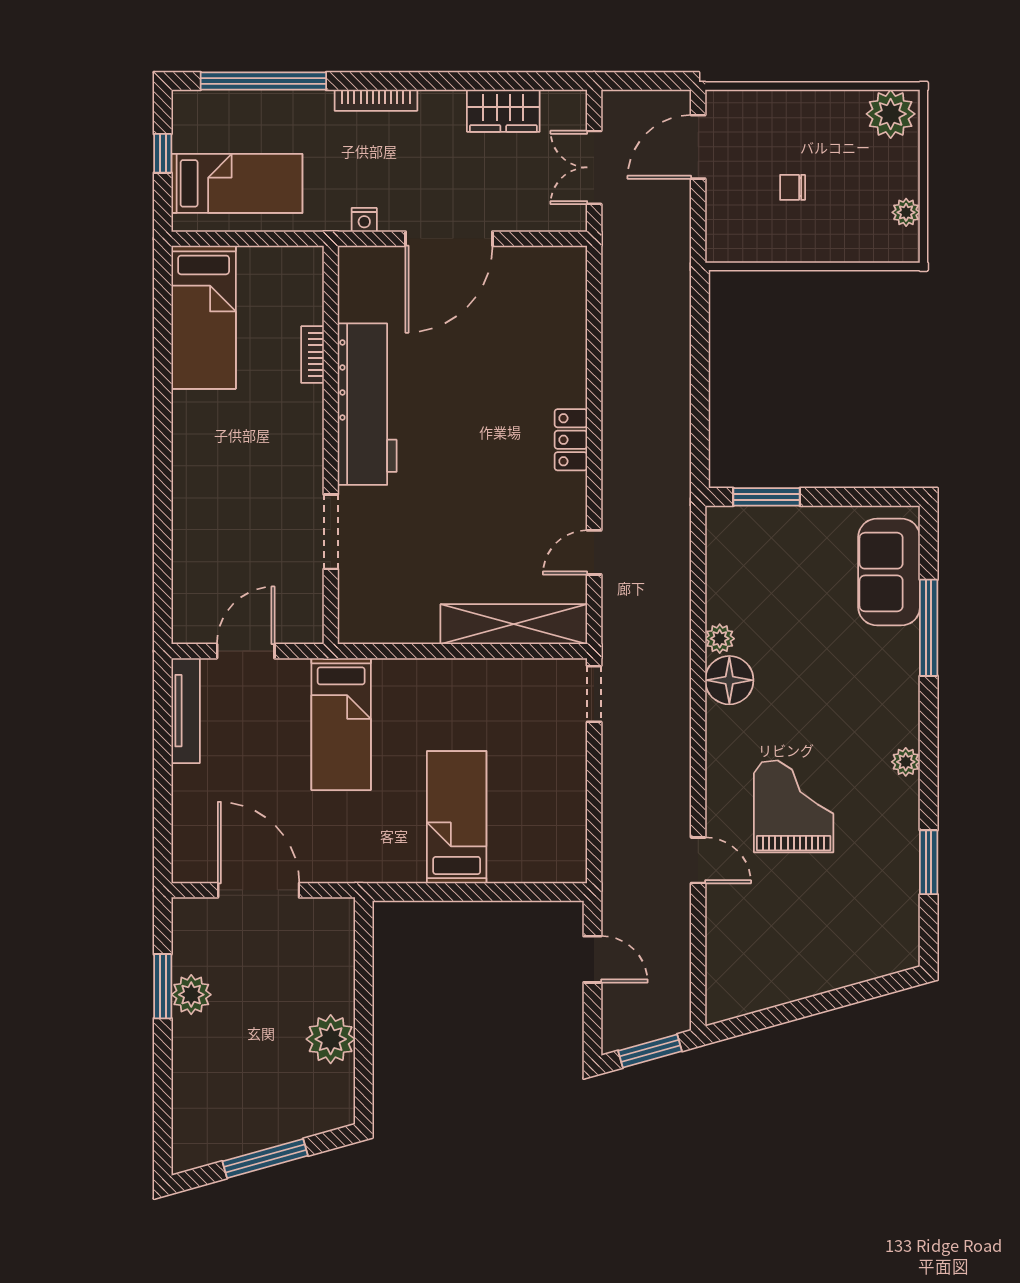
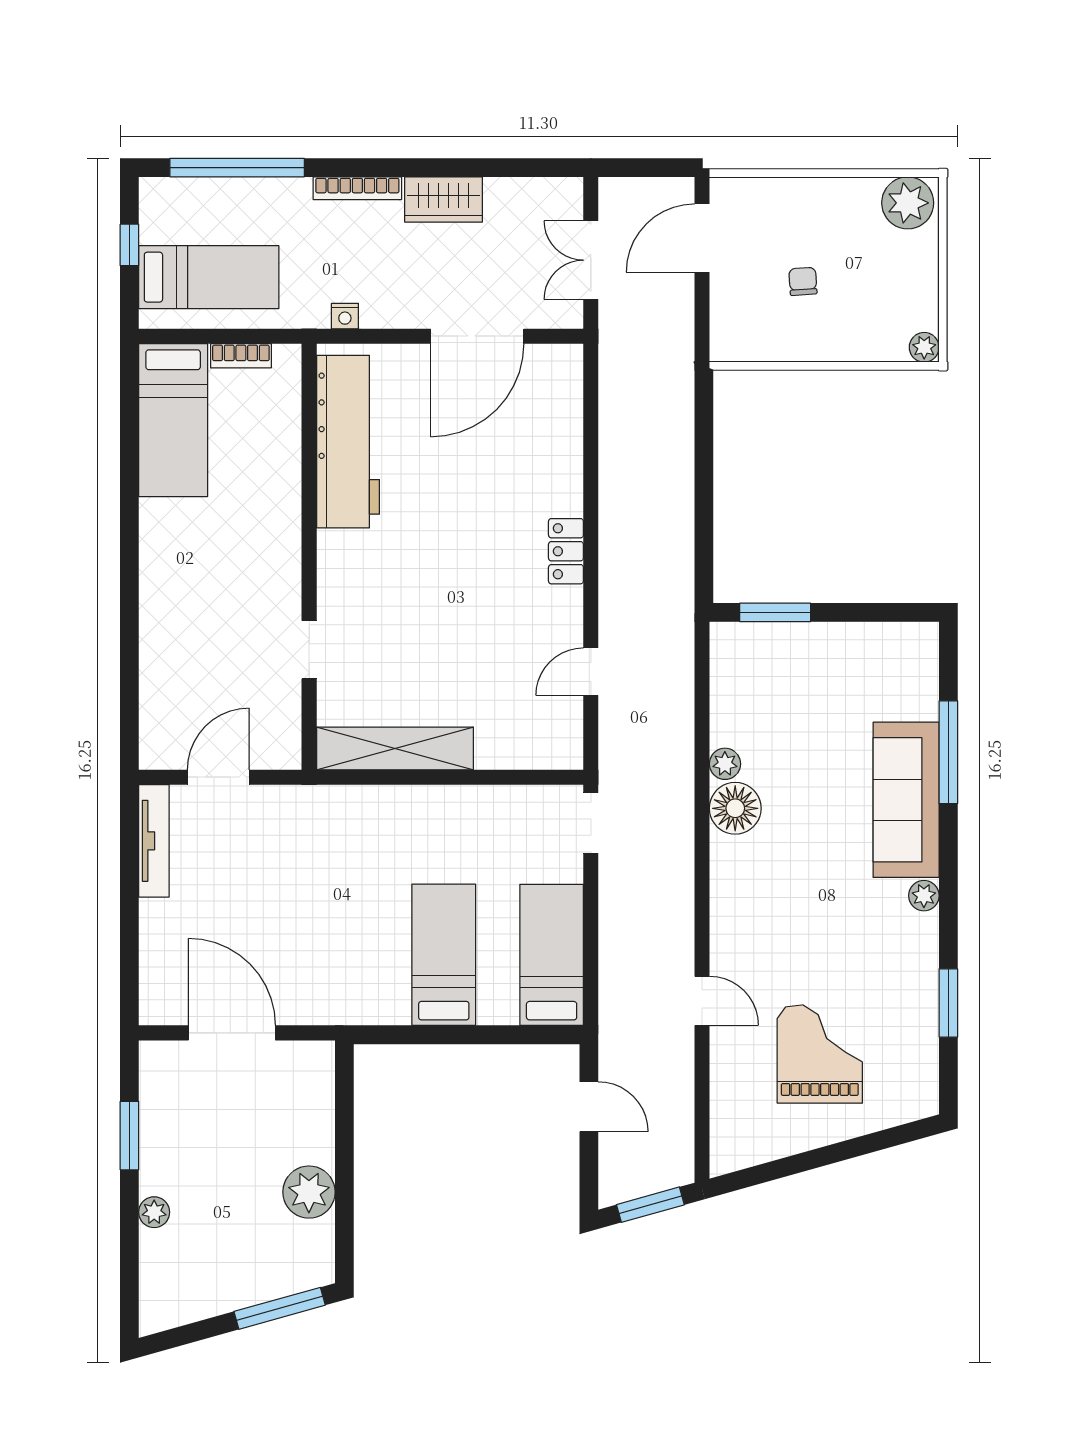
wardrobe: (503, 111) -> (443, 199), moved
chair: (793, 187) -> (803, 281), turned 86
plant: (906, 212) -> (924, 347), moved
door: (449, 239) -> (477, 336), moved
bookcase: (312, 355) -> (241, 356), moved, turned -90
workbench: (367, 404) -> (348, 442), moved
doorway: (331, 532) -> (309, 650), width x0.73
sofa: (889, 572) -> (906, 800), moved, width x1.36
shelving: (514, 624) -> (395, 748), moved
bed: (341, 724) -> (552, 955), moved, turned 180
grand piano: (794, 806) -> (820, 1054), moved
plant: (191, 995) -> (154, 1212), moved, width x0.73, depth x0.73
window: (265, 1158) -> (280, 1308), moved

